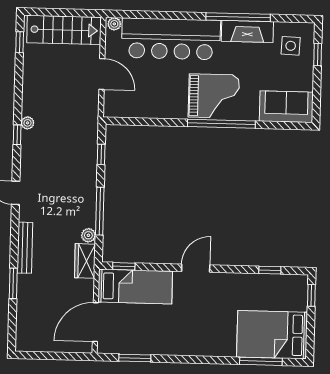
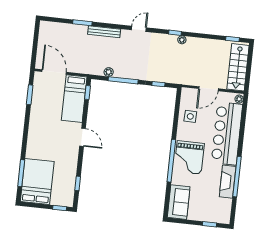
side table: (291, 46) -> (190, 116), moved
wardrobe: (85, 261) -> (93, 69), removed

